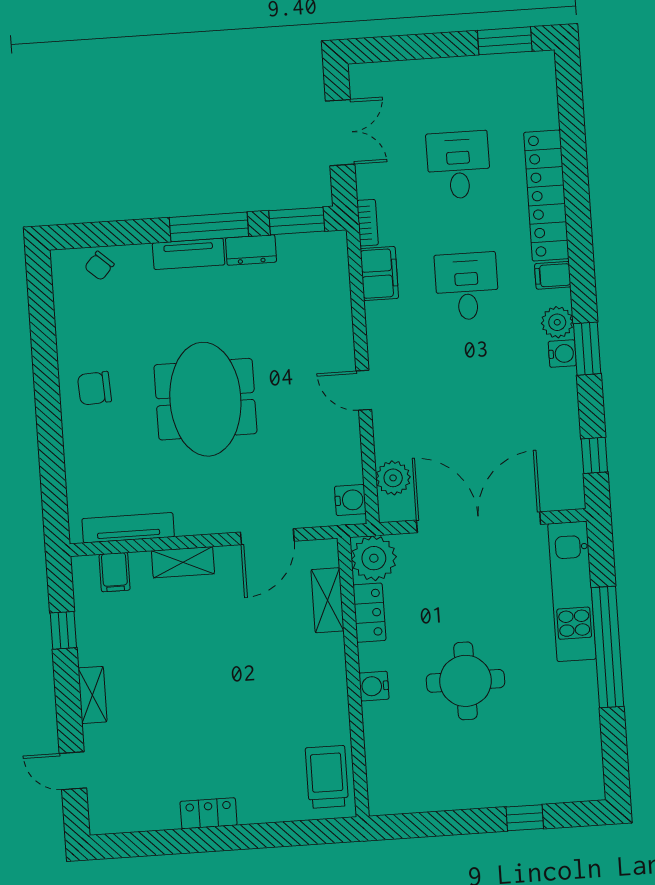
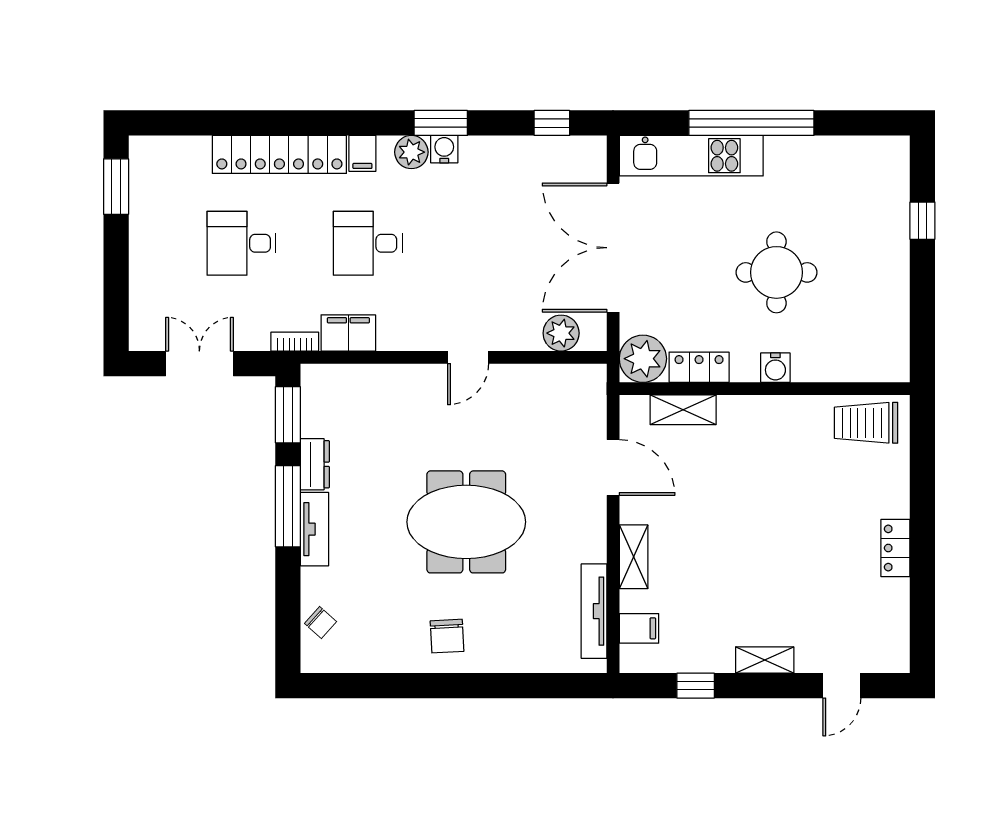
water cooler: (350, 500) -> (581, 379), removed

